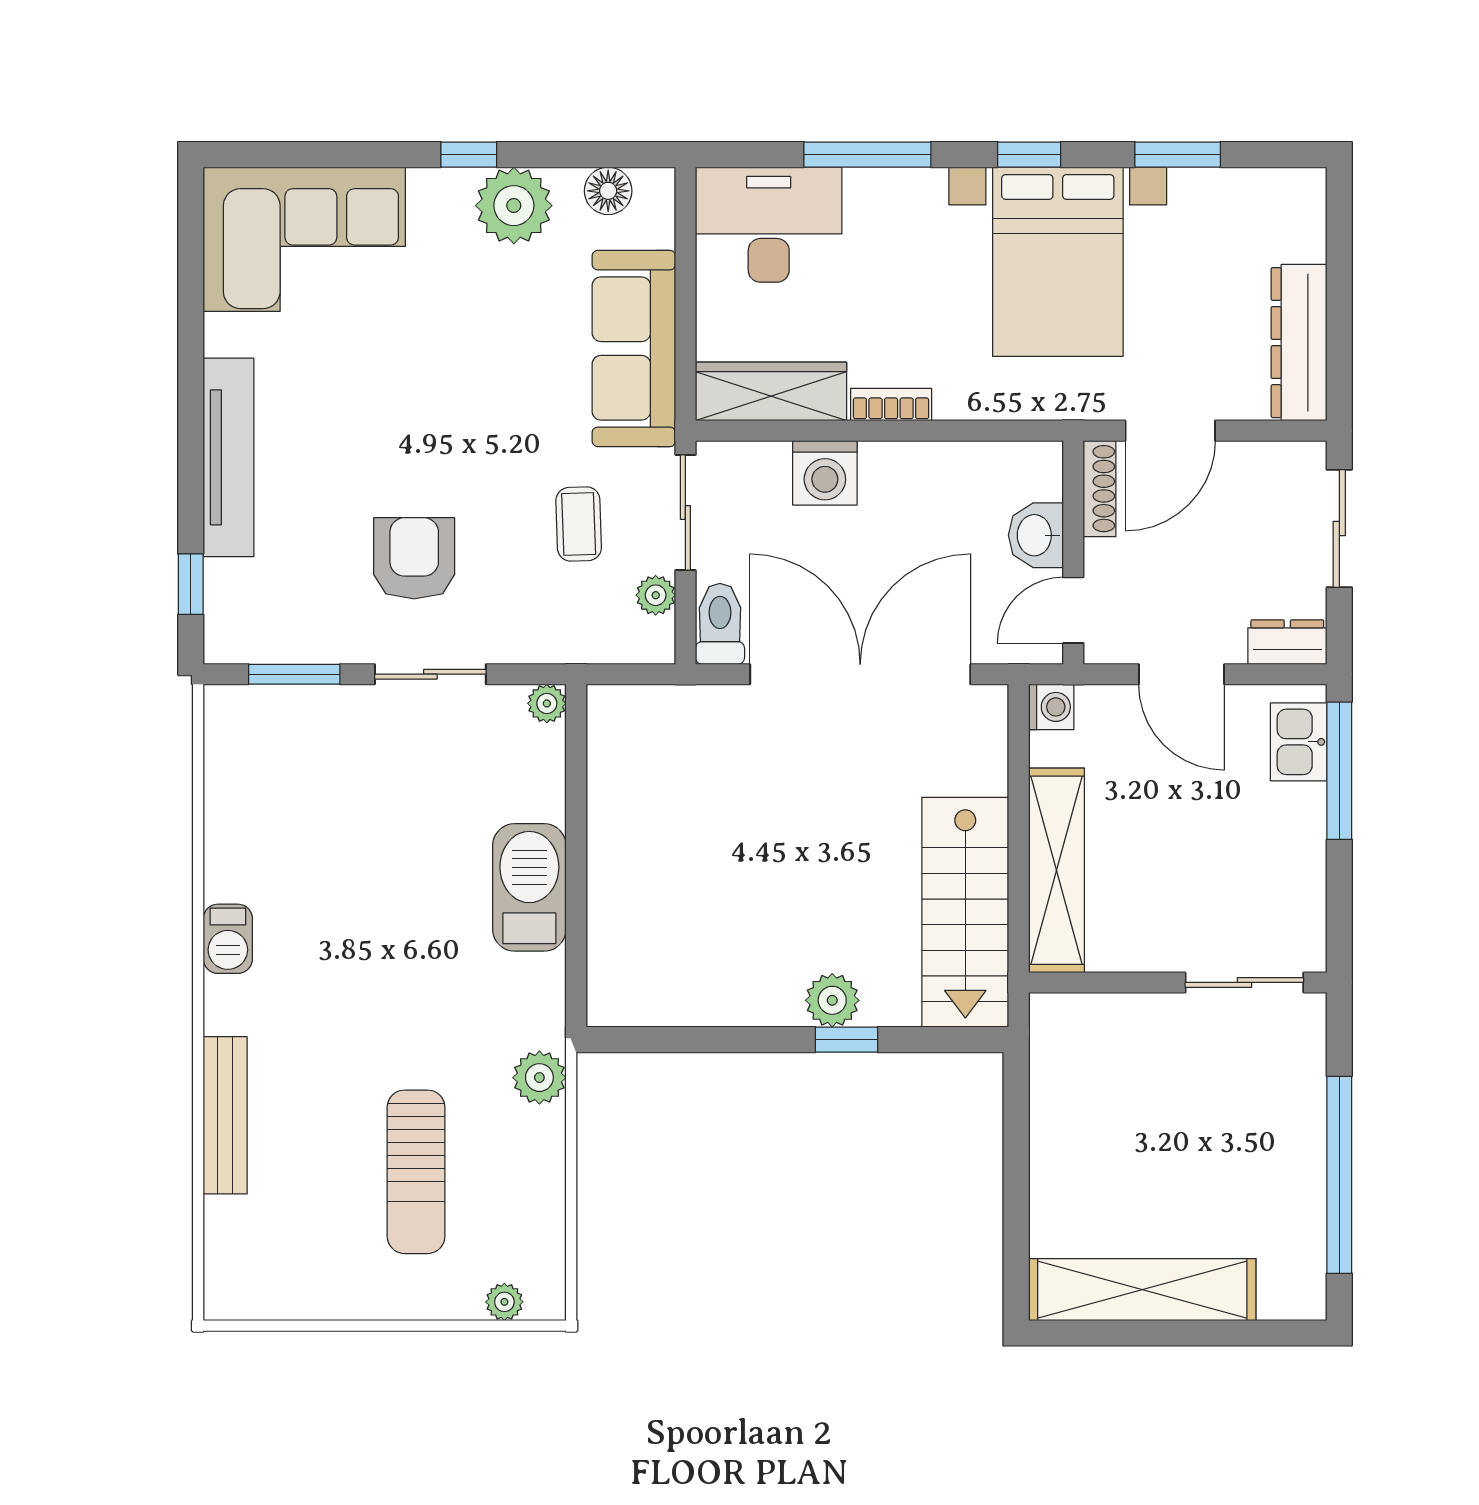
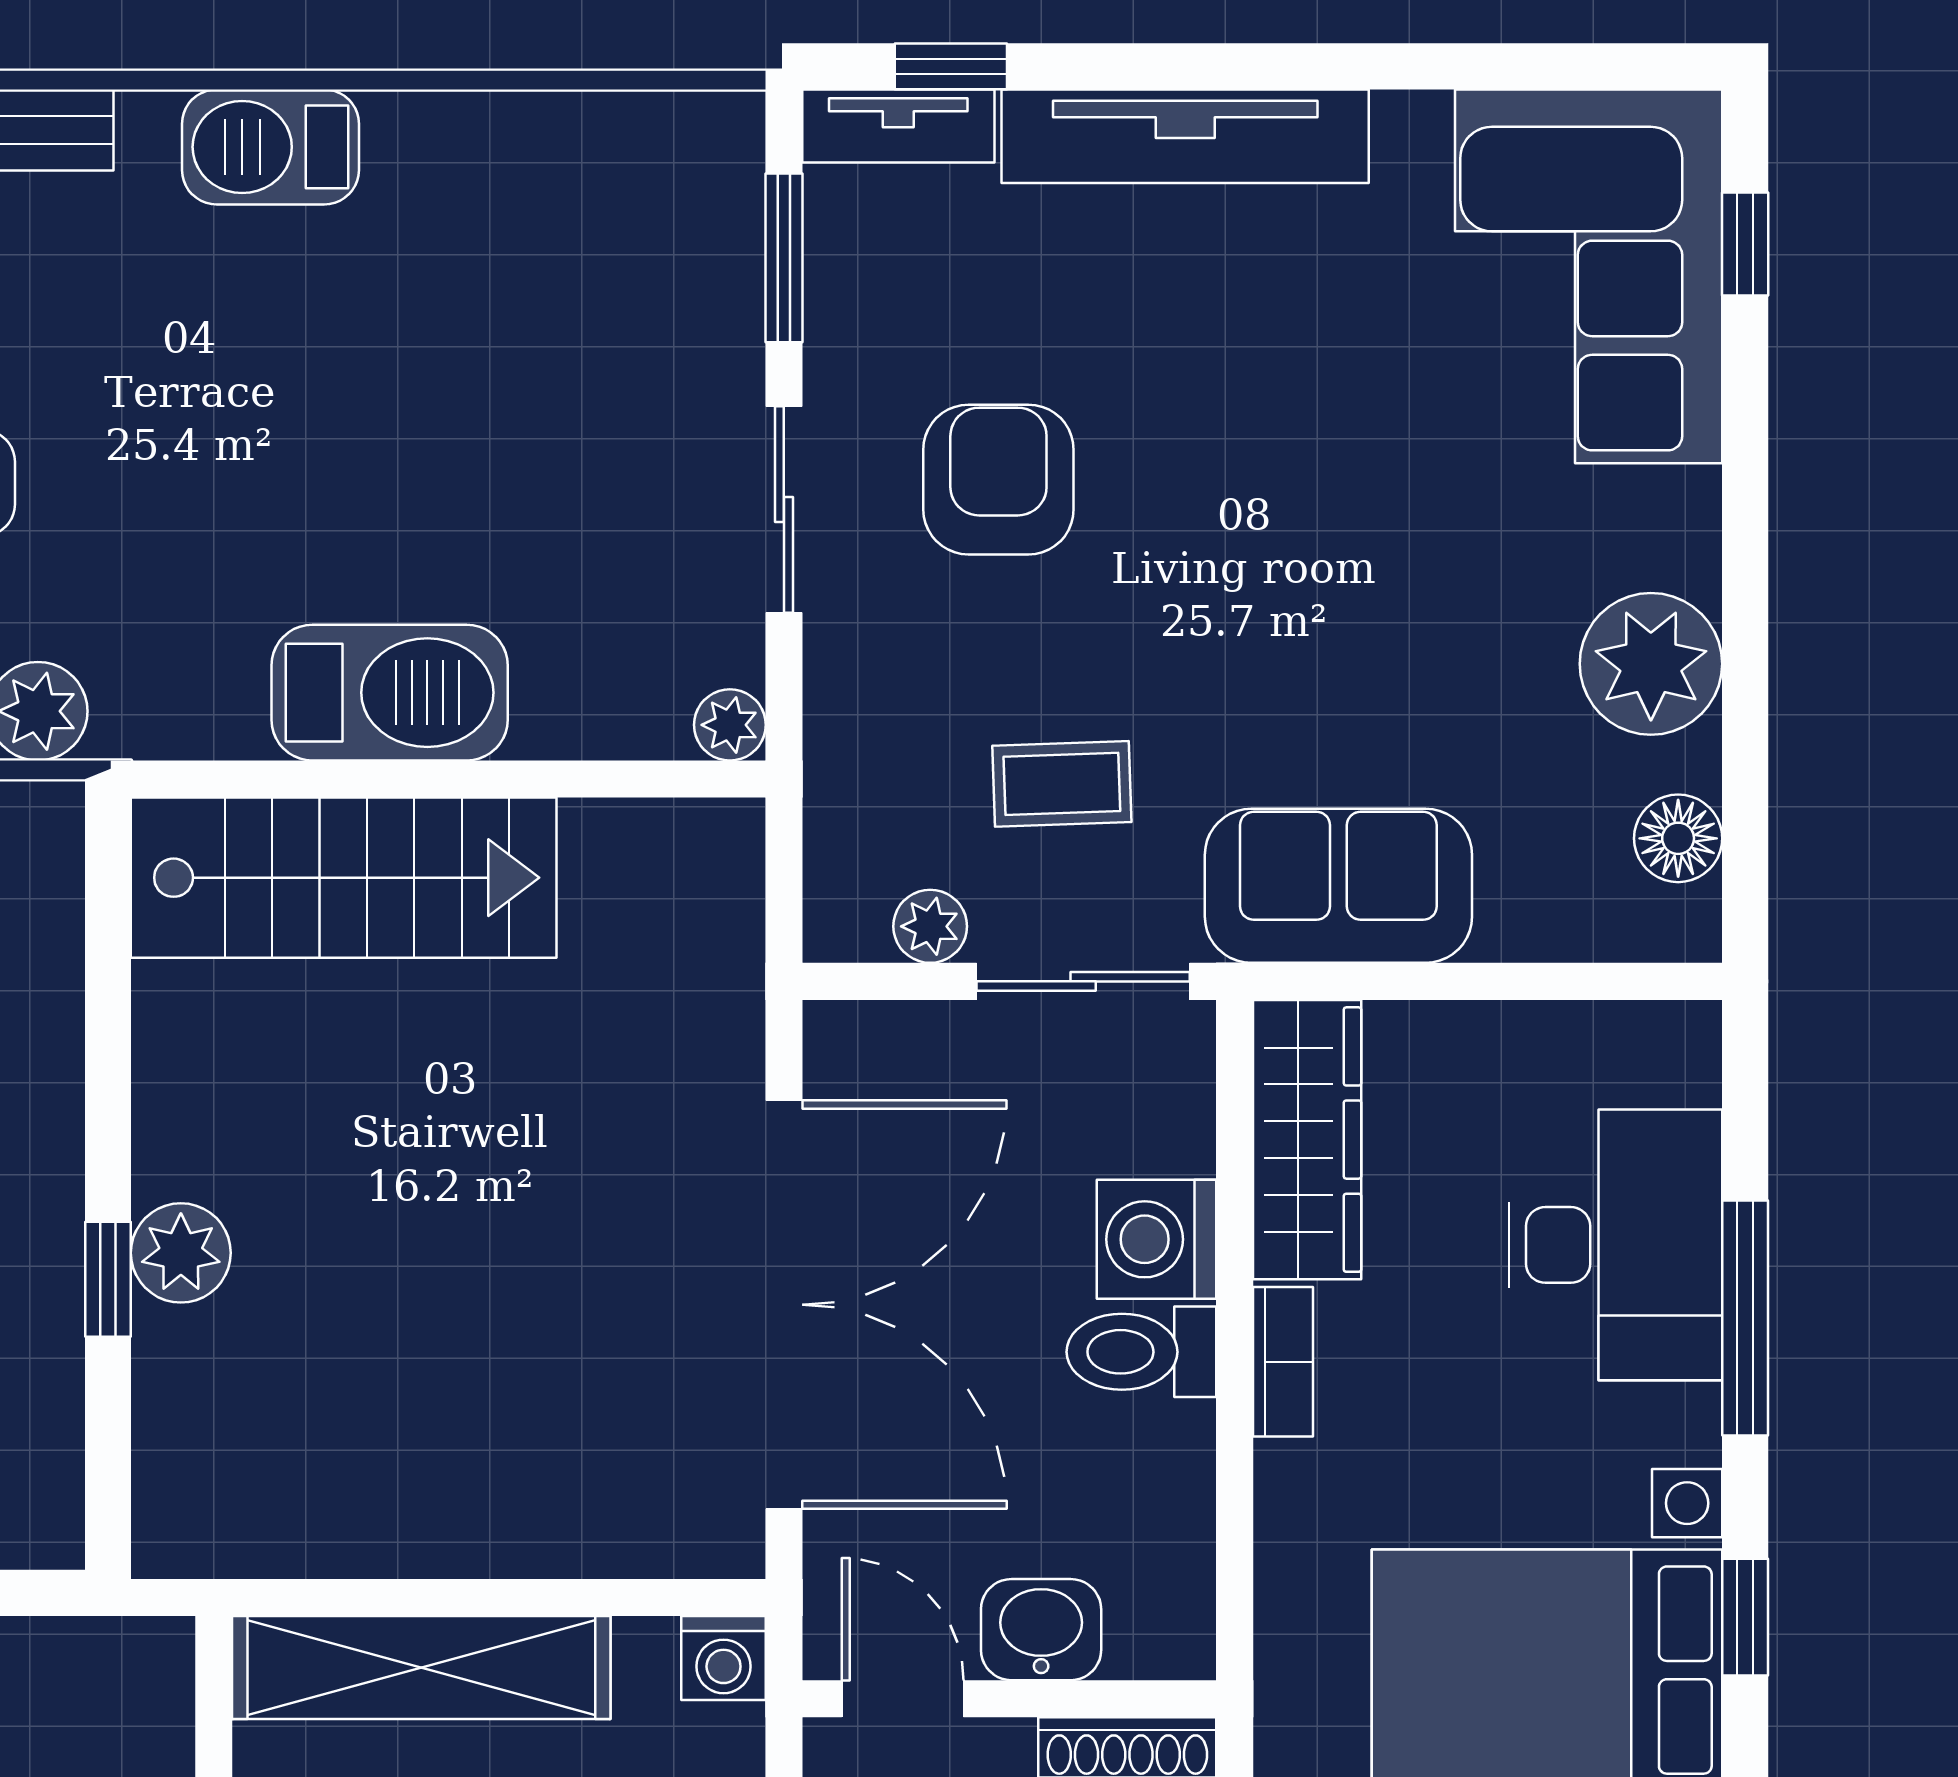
window: (469, 155) -> (1745, 244), moved
desk: (769, 225) -> (1616, 1245), moved
sofa: (634, 348) -> (1338, 886), width x0.73
armchair: (414, 558) -> (998, 480), turned -90
tv unit: (223, 612) -> (898, 126), added
toilet: (720, 624) -> (1141, 1352), moved, turned 180
stairs: (965, 912) -> (344, 878), moved, turned 180
barbecue: (228, 939) -> (270, 147), width x1.38, depth x1.27

